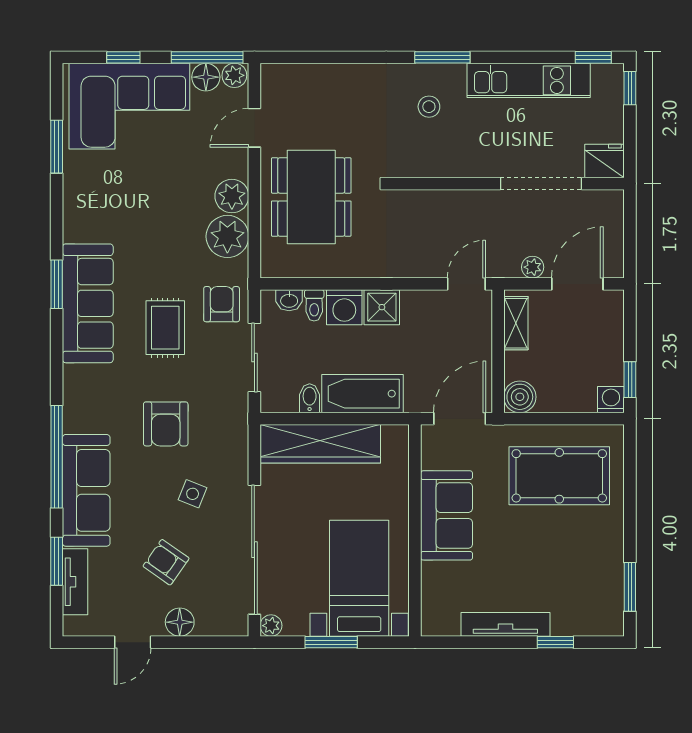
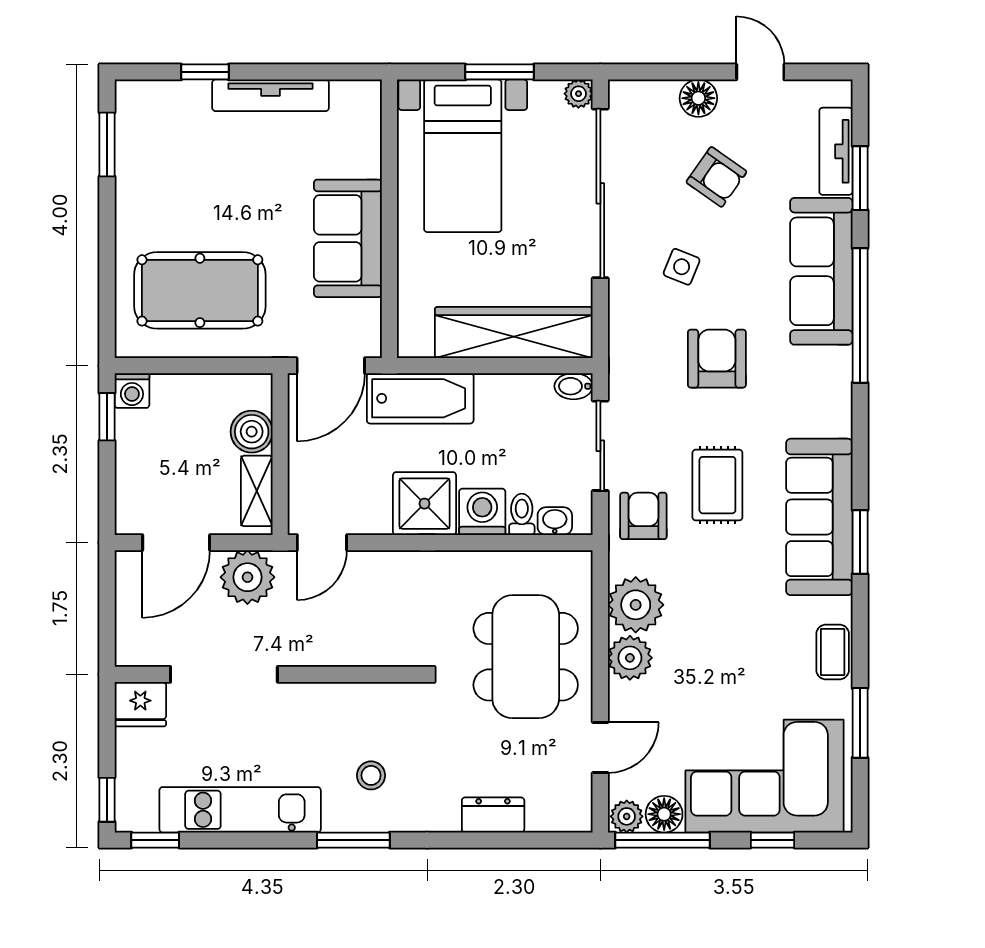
dresser: (336, 77) -> (493, 815), added
coffee table: (78, 201) -> (833, 652), added
plant: (533, 267) -> (247, 577), width x1.88, depth x1.88
armchair: (222, 304) -> (643, 516), turned 180
shower: (382, 307) -> (425, 504), width x1.36, depth x1.36
bathtub: (362, 394) -> (420, 398), moved
boiler: (520, 397) -> (252, 432), moved
bidet: (310, 398) -> (574, 386), moved, turned 90
door: (133, 642) -> (760, 72), hinge flipped

